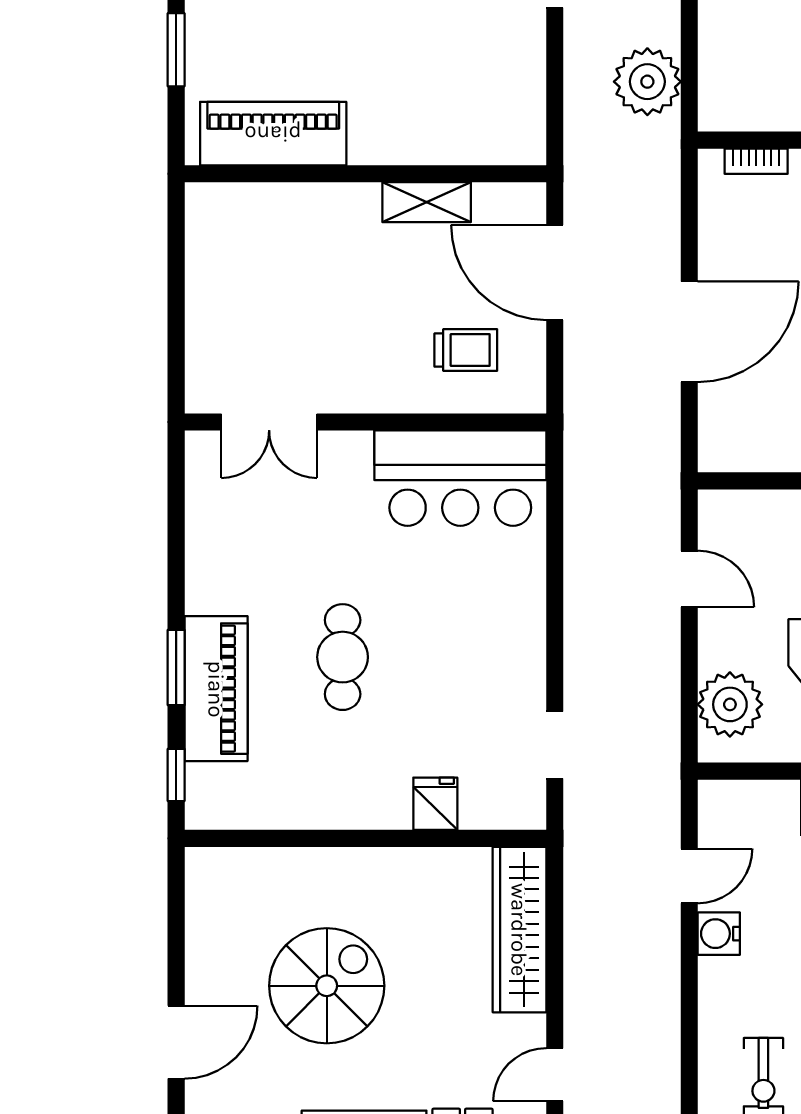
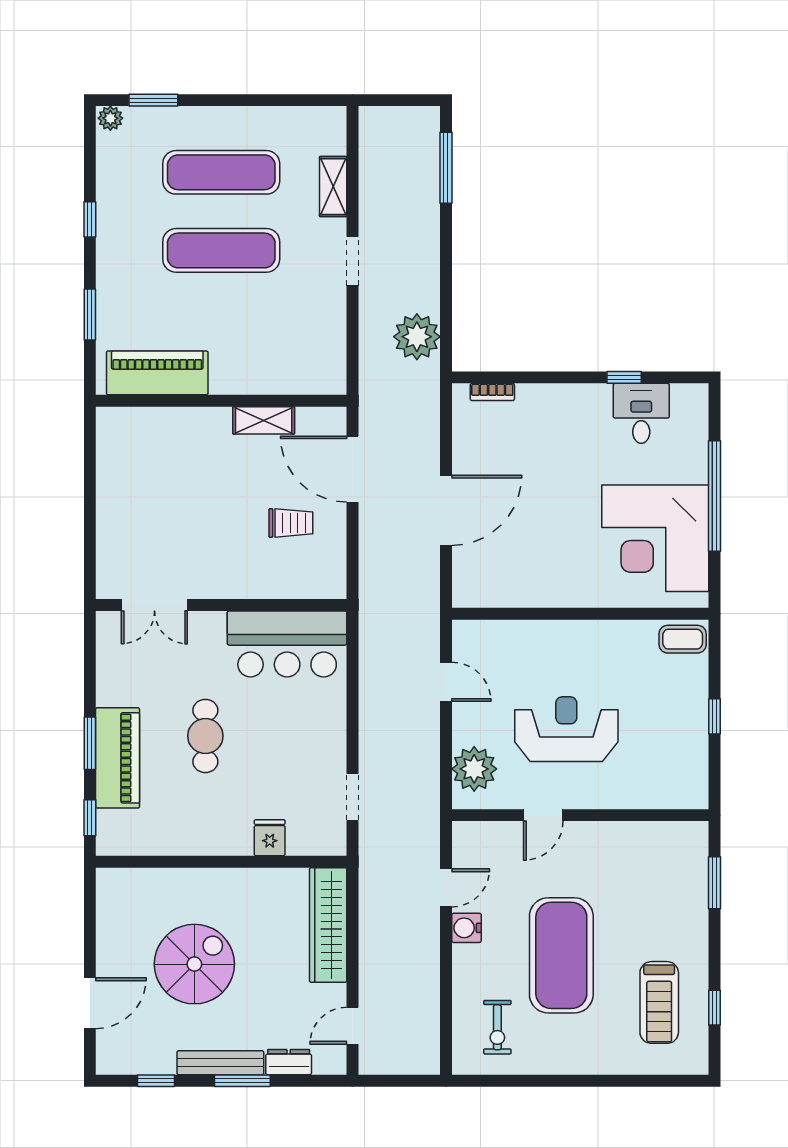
double door: (269, 422) -> (154, 605), moved
wall: (365, 422) -> (221, 605), moved
bar counter: (460, 478) -> (287, 644), moved

